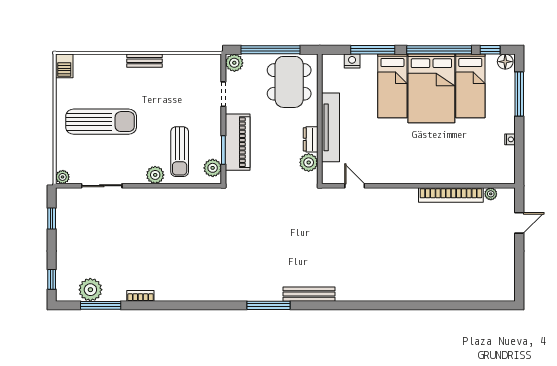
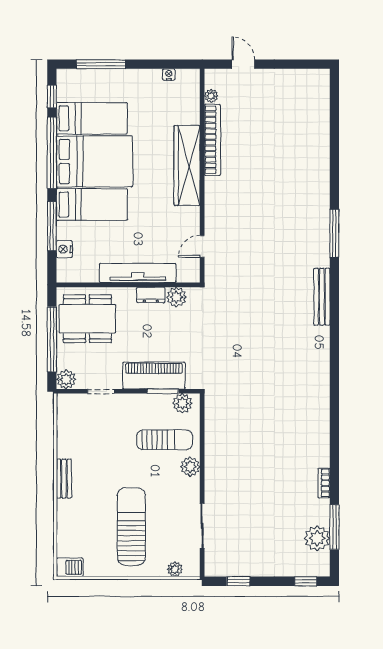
floor lamp: (505, 62) -> (65, 80), removed
nightstand: (510, 139) -> (169, 74), moved
wardrobe: (428, 172) -> (187, 165), added
plant: (63, 177) -> (175, 569), moved
window: (269, 305) -> (334, 233), moved

